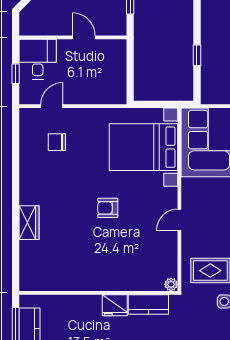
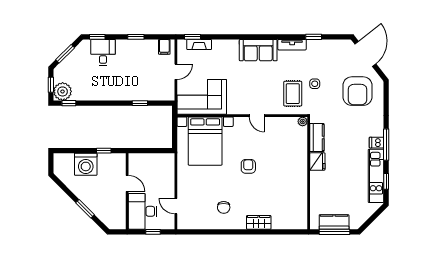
door: (84, 37) -> (127, 183), swing flipped
desk: (38, 59) -> (143, 211), width x1.37
chair: (57, 142) -> (224, 207), moved
armchair: (108, 208) -> (248, 166), turned 180

